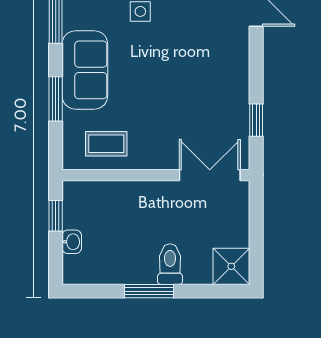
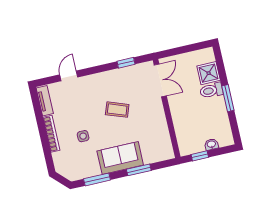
coffee table: (106, 144) -> (117, 110), moved, turned -70
double door: (210, 175) -> (160, 80), swing flipped
shower: (231, 266) -> (209, 73), moved

